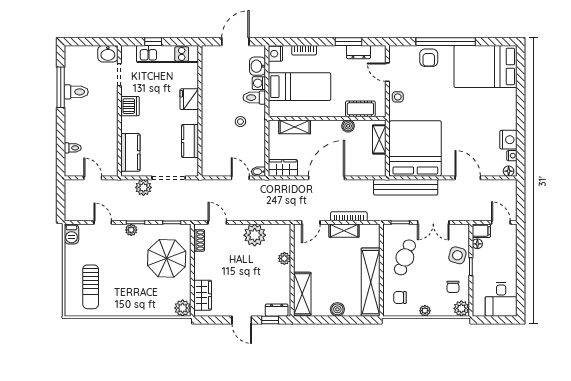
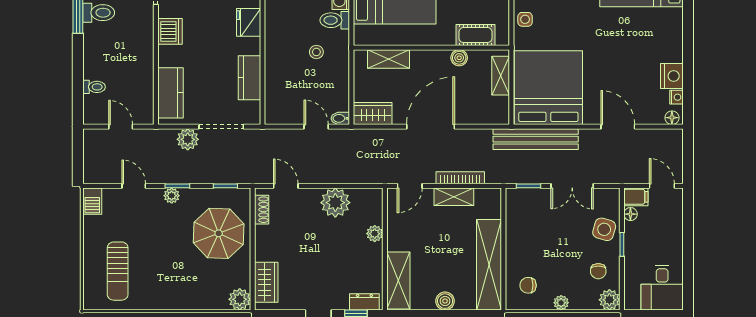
cafe table: (405, 257) -> (535, 232), removed

